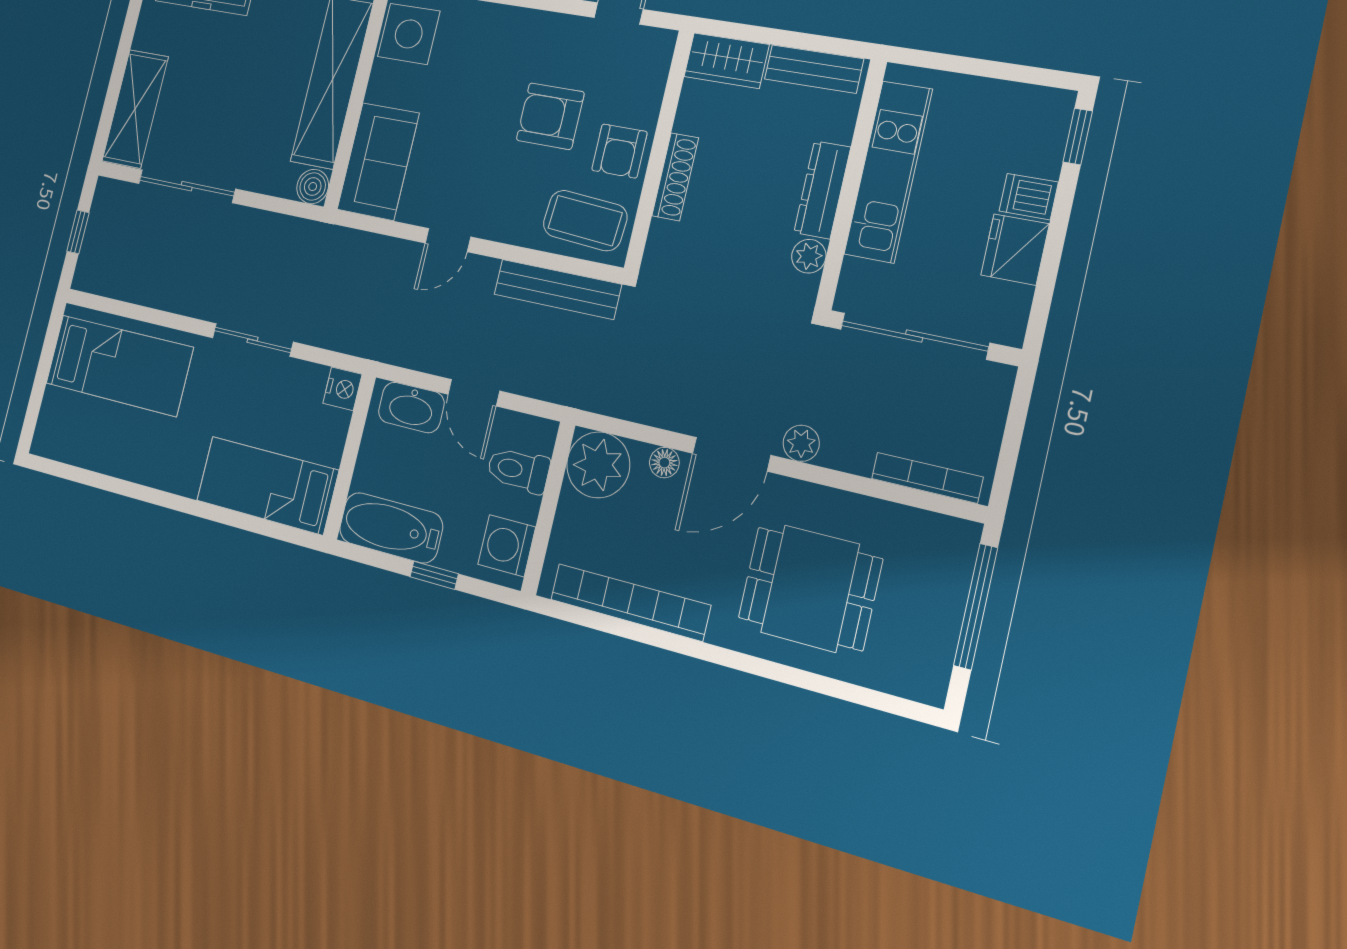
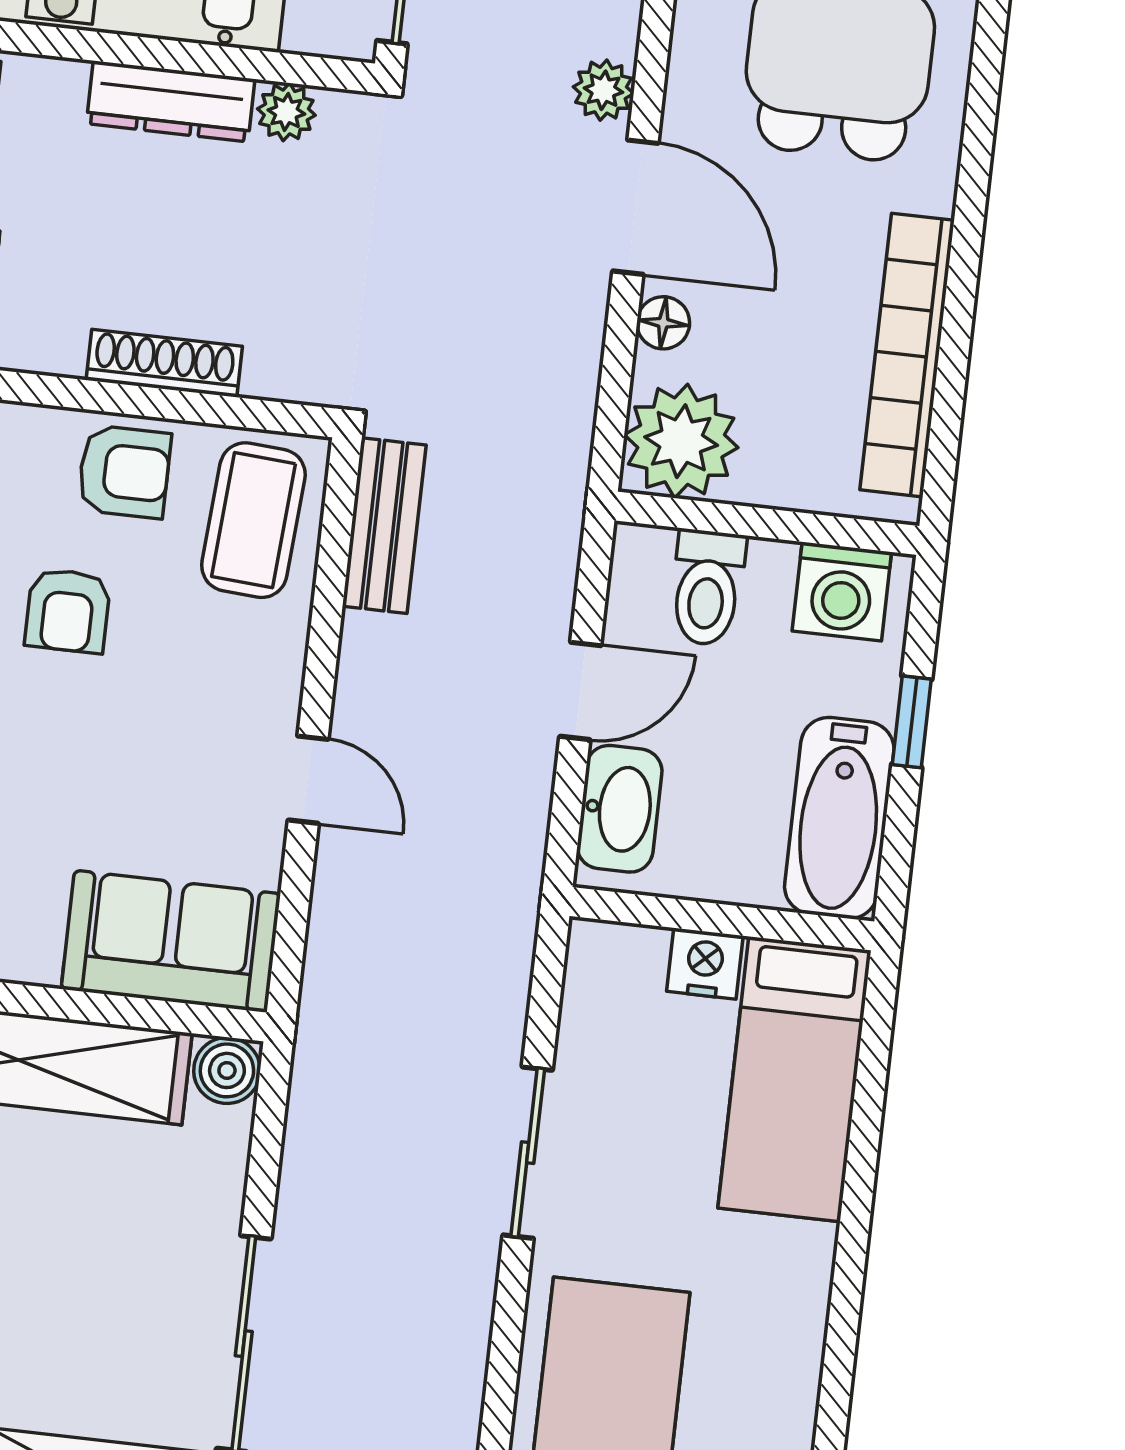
armchair: (550, 116) -> (68, 611), width x0.72, depth x0.72
bench: (557, 289) -> (384, 526), width x0.73
nightstand: (342, 389) -> (705, 964), moved

